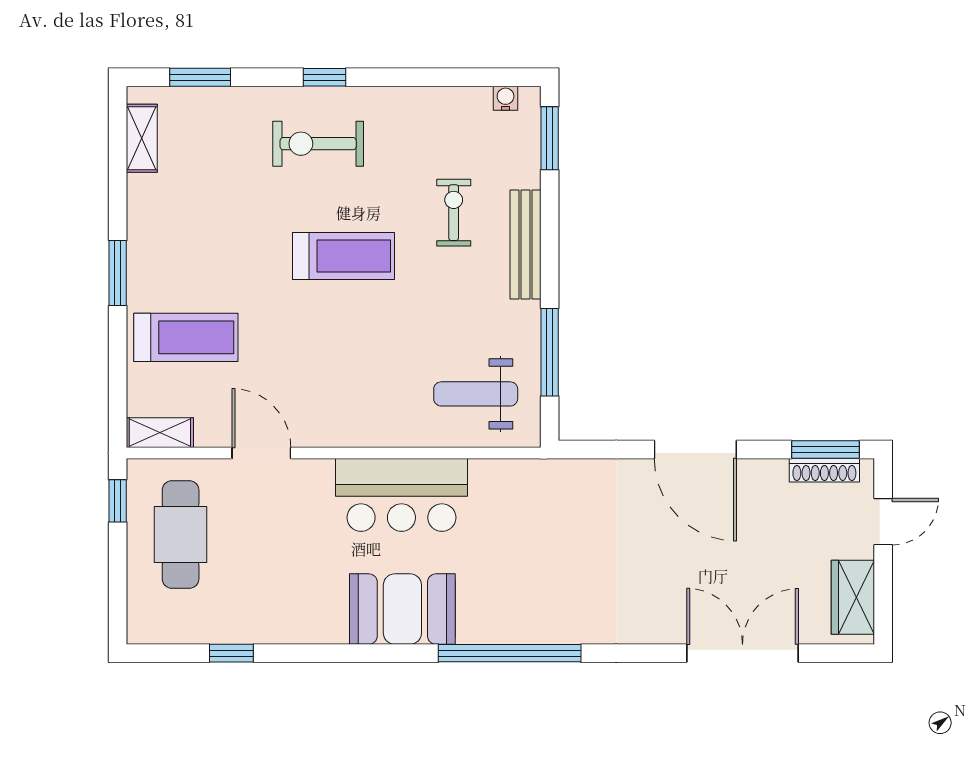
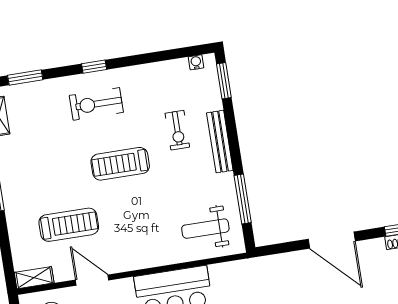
exercise bike: (454, 213) -> (177, 130), turned 180
treadmill: (344, 256) -> (120, 164), turned 180
treadmill: (186, 337) -> (69, 225), moved

